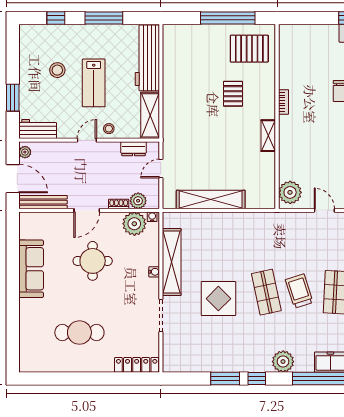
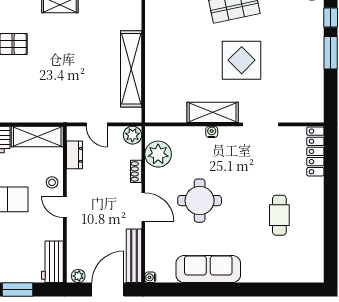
plant: (138, 201) -> (132, 135), moved
water cooler: (152, 217) -> (150, 277), moved
shelving: (172, 262) -> (213, 112), width x0.68
cafe table: (79, 333) -> (279, 215), width x0.73, depth x0.74

